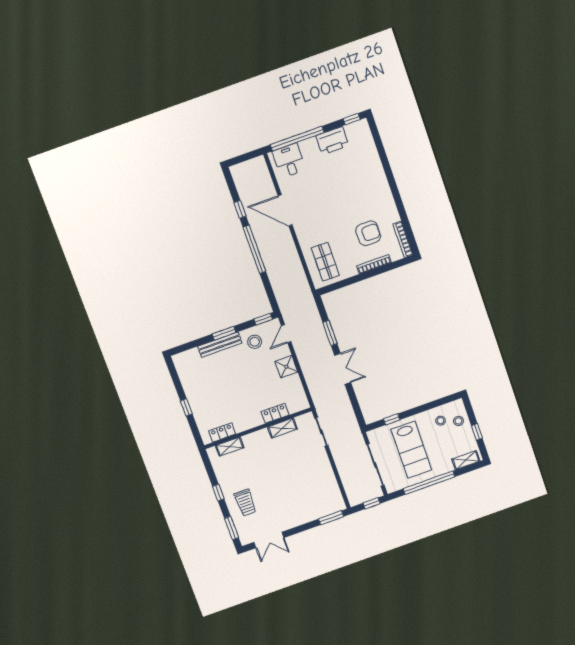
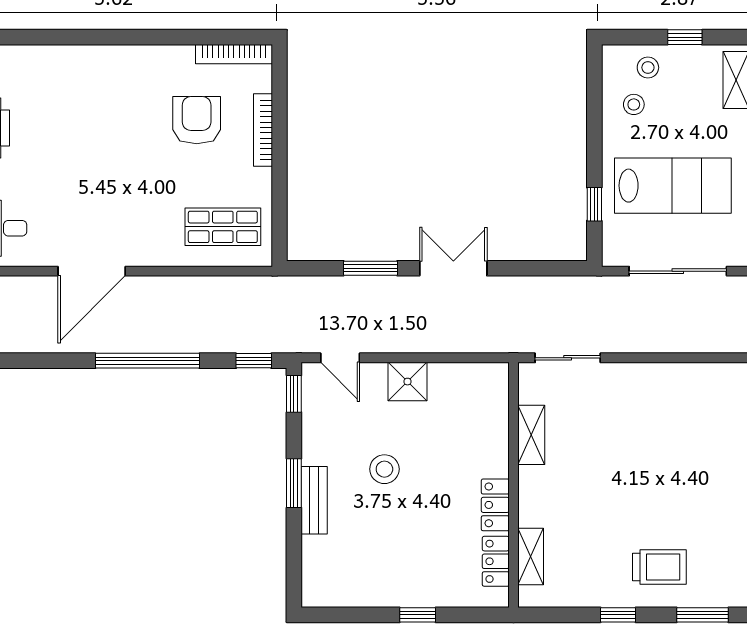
window: (240, 209) -> (254, 361), moved
stool: (255, 342) -> (384, 469), moved
bench: (220, 345) -> (314, 500), width x0.73
locker: (275, 413) -> (495, 505), moved

